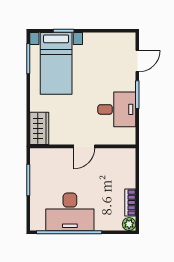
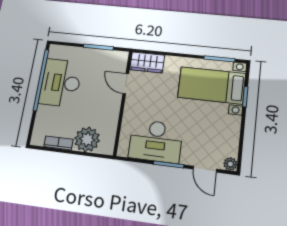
plant: (130, 38) -> (230, 164), added
desk: (117, 109) -> (156, 141), width x1.37
door: (84, 146) -> (126, 84), moved
plant: (129, 224) -> (87, 139), moved, width x1.88, depth x1.88

